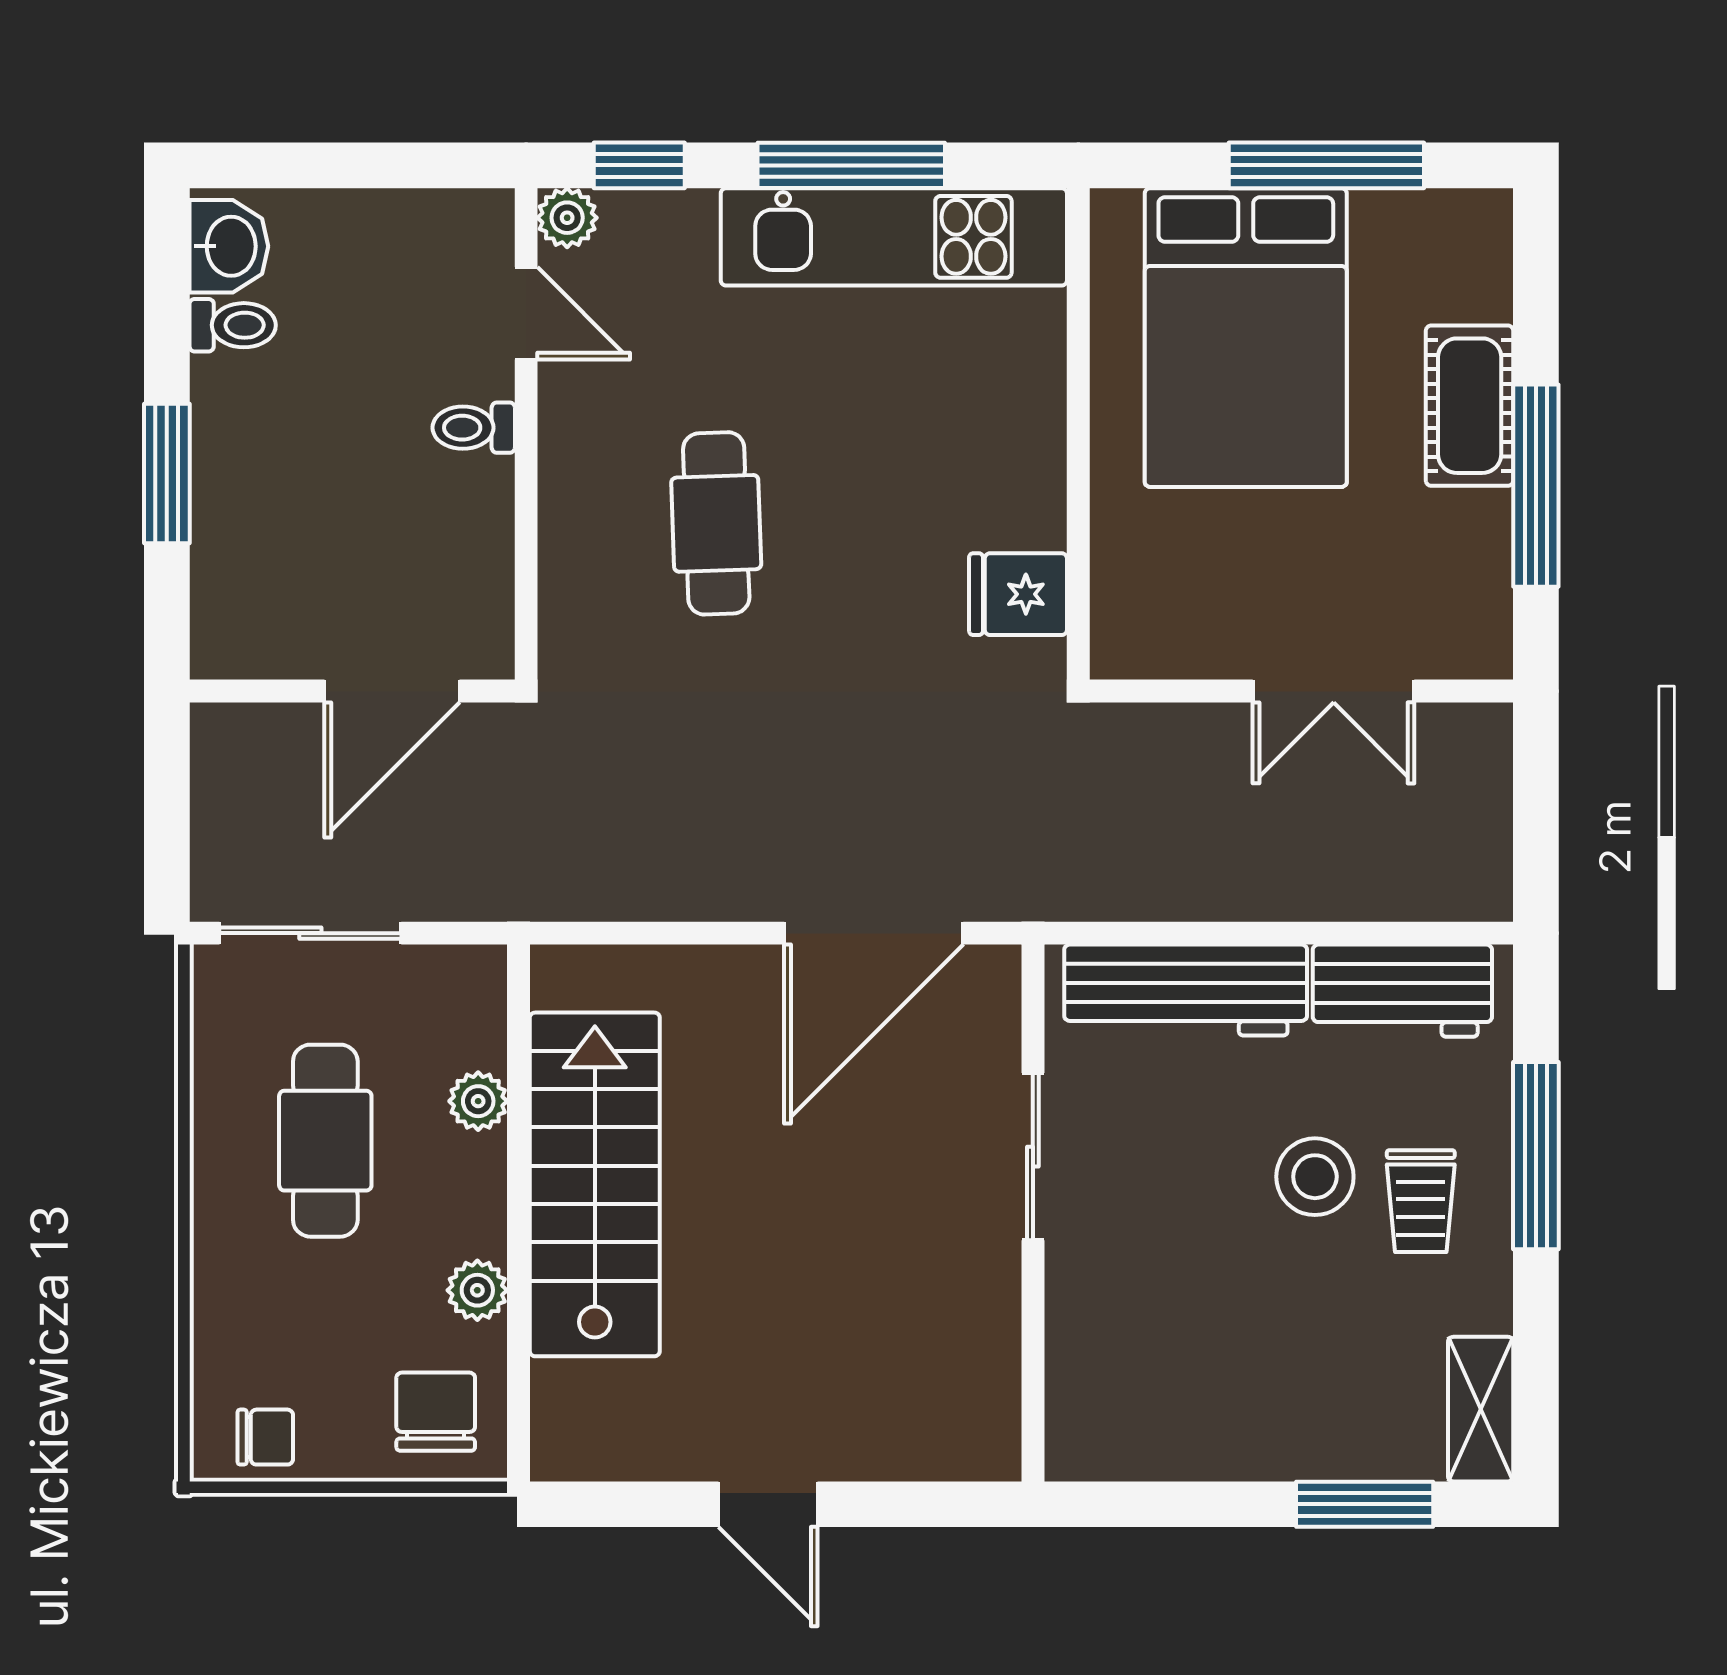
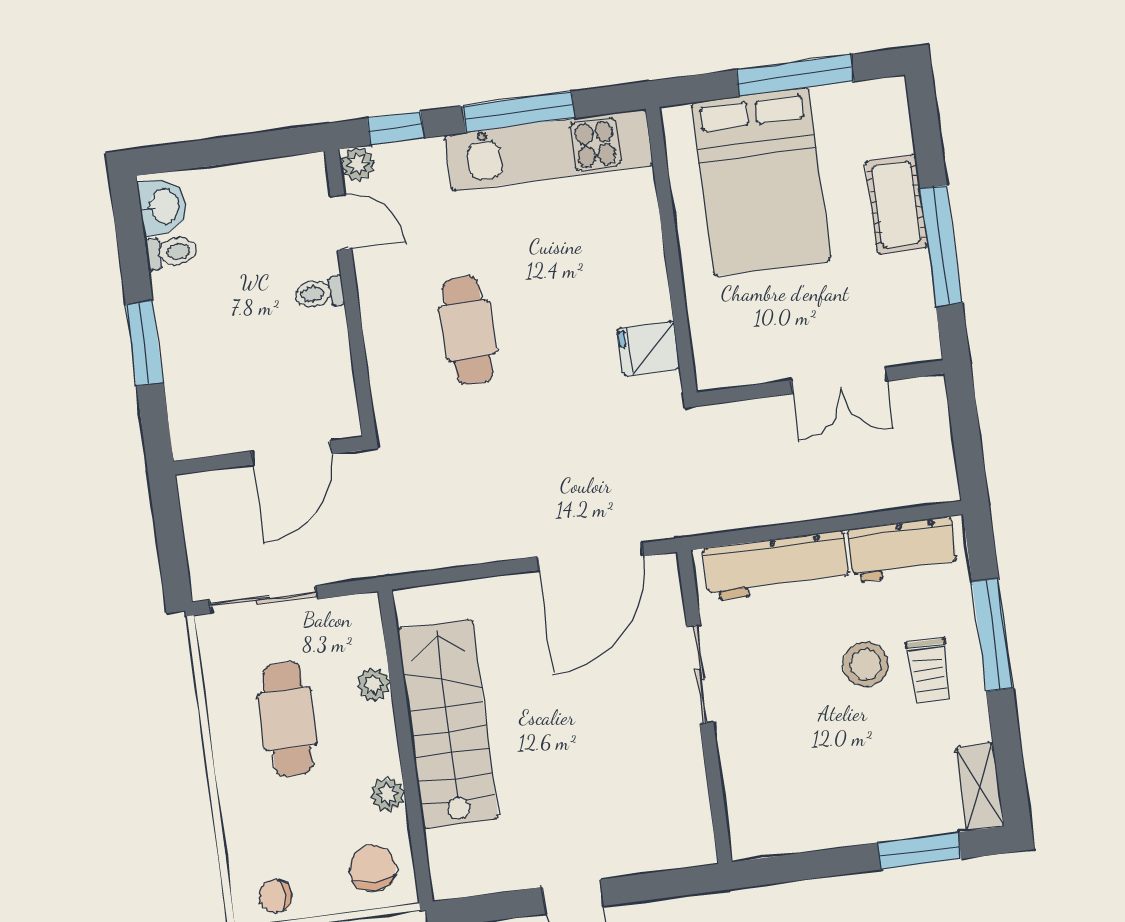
chair: (265, 1437) -> (275, 896), turned 180

